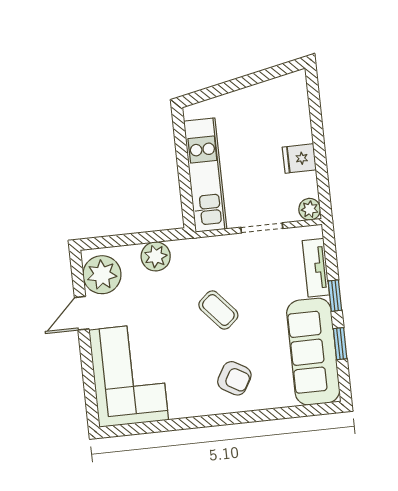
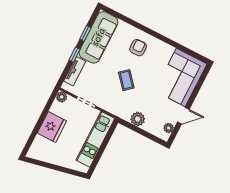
fridge: (299, 158) -> (52, 127), width x1.88, depth x1.34
plant: (102, 275) -> (169, 128), width x0.53, depth x0.53
armchair: (234, 378) -> (138, 48), turned 60

